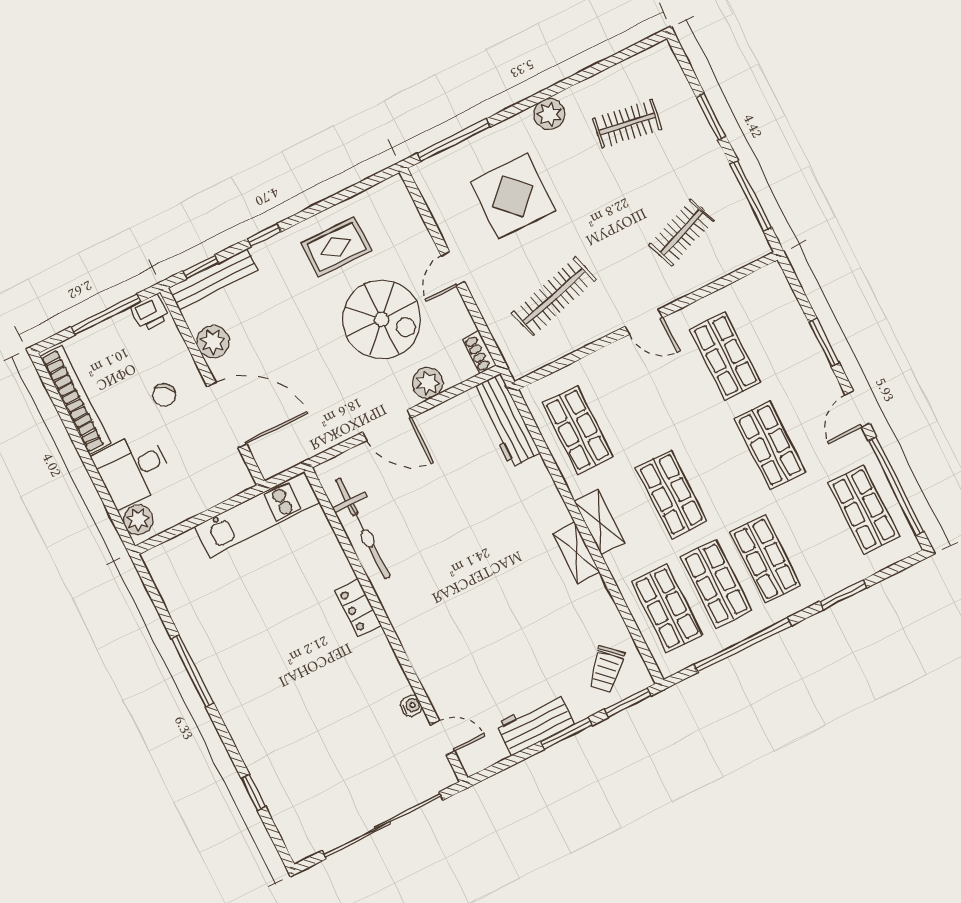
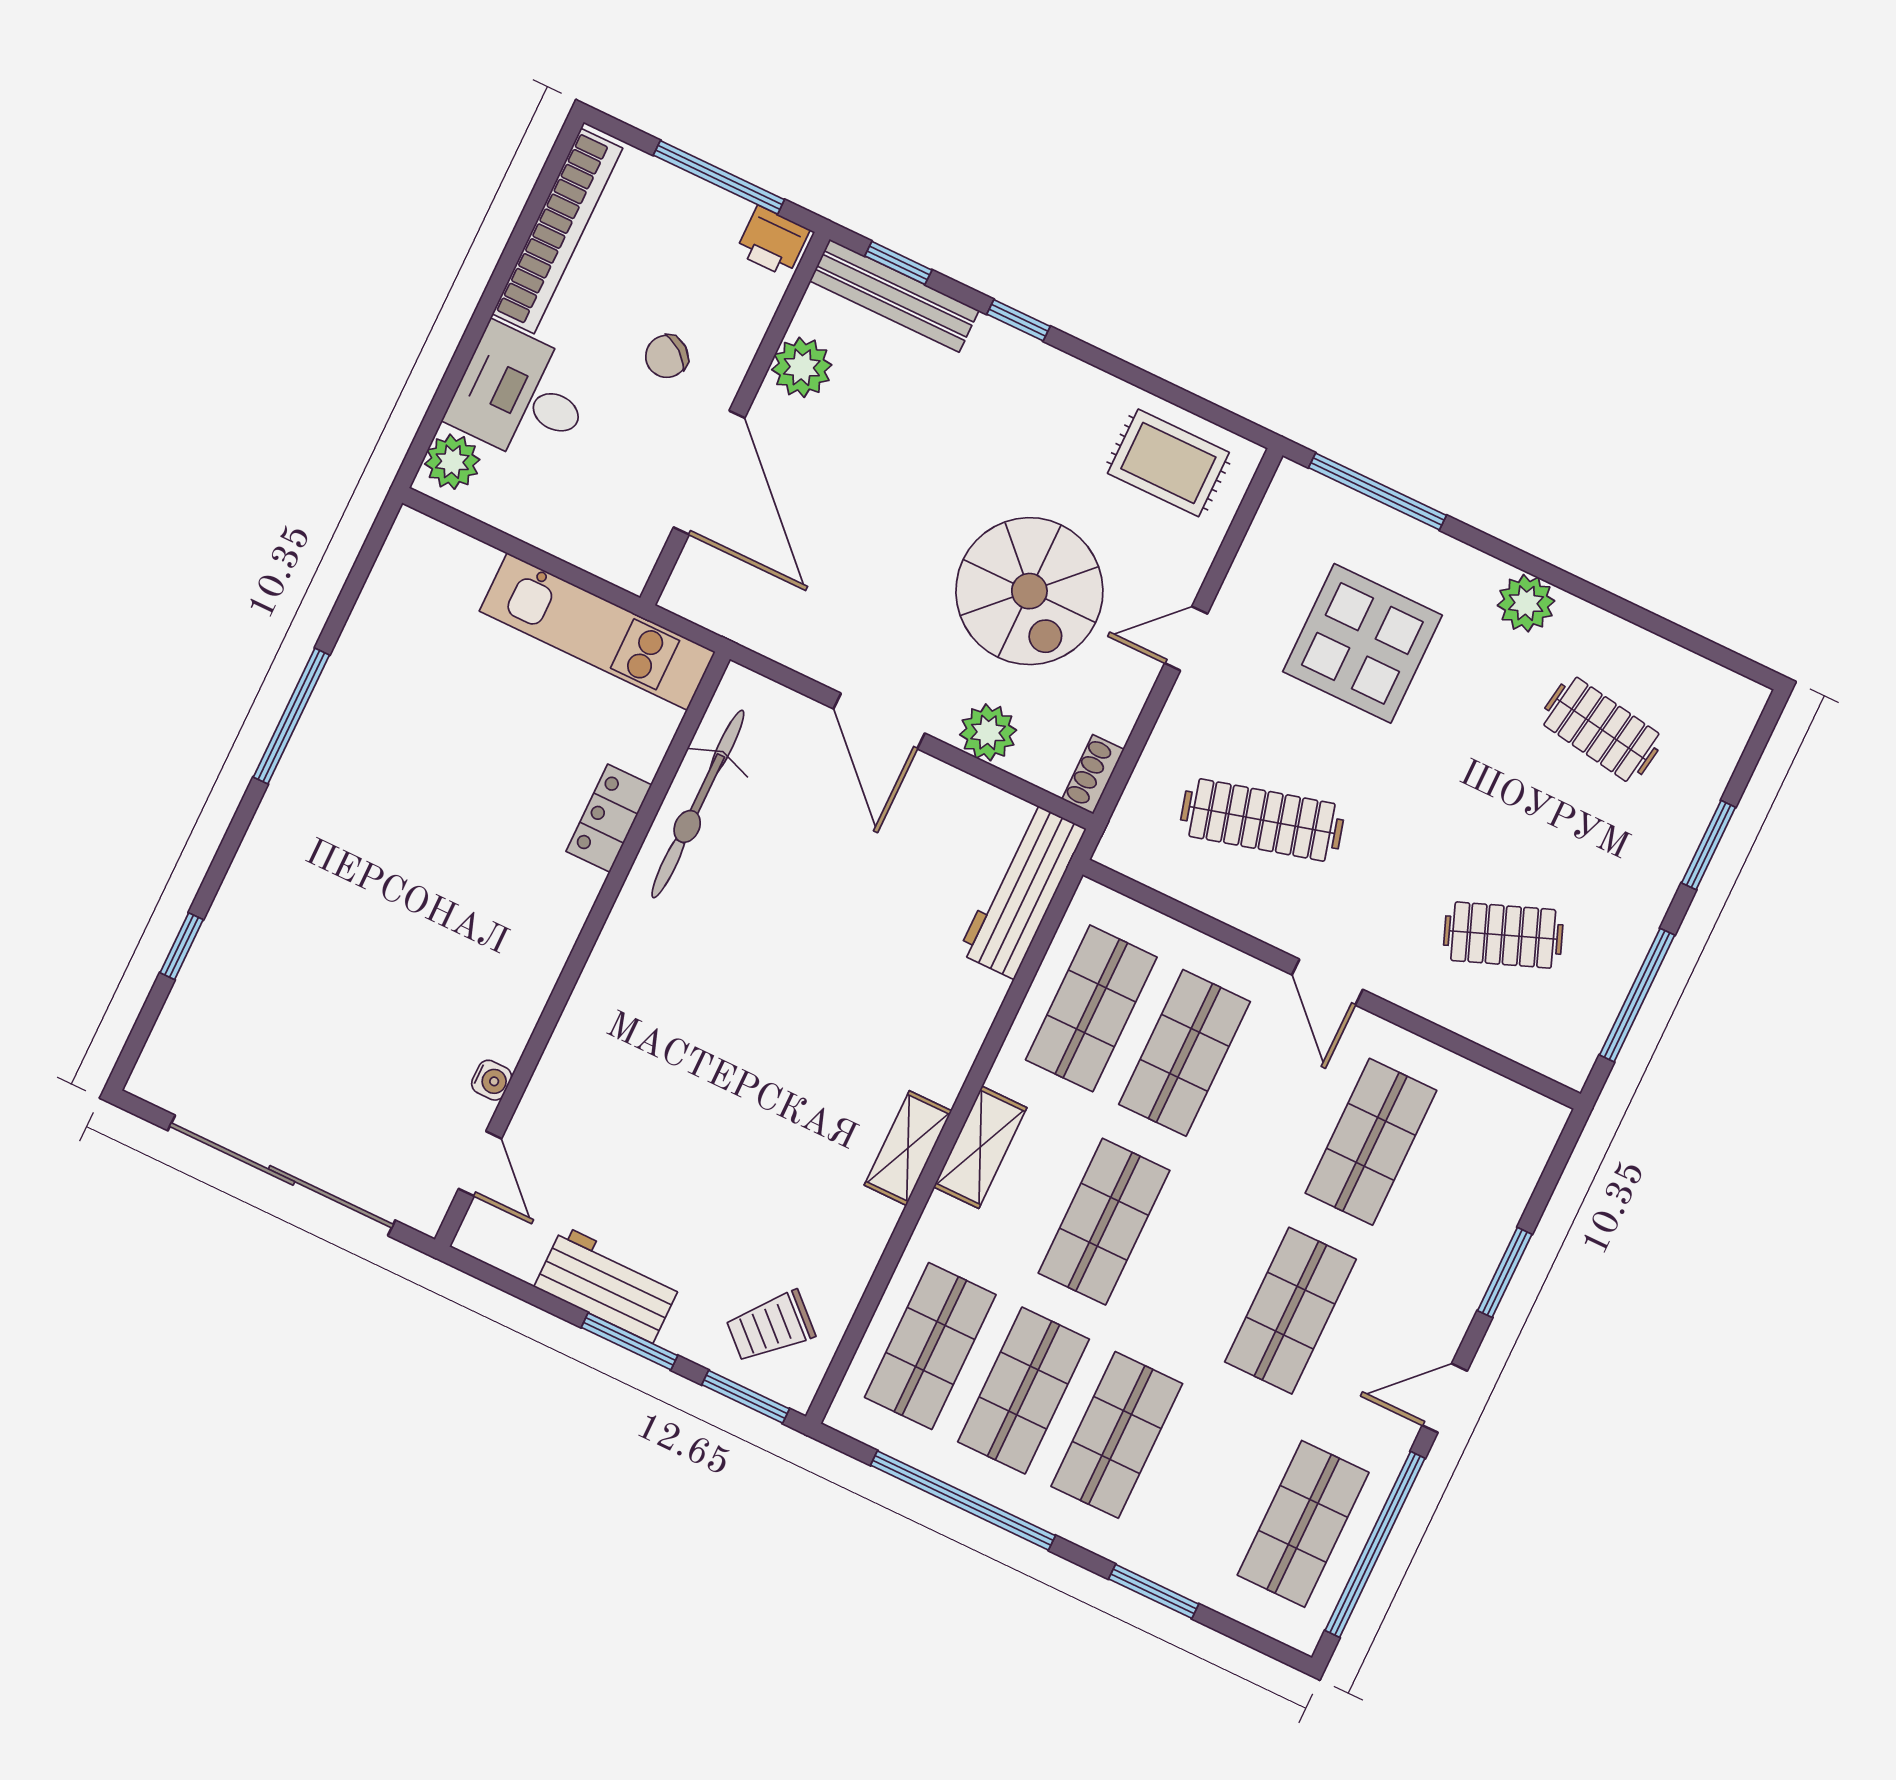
rug: (336, 247) -> (1168, 463), moved
shop shelf: (627, 405) -> (1185, 1053), added
locker: (358, 608) -> (609, 818), moved

